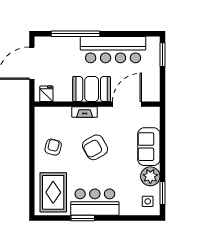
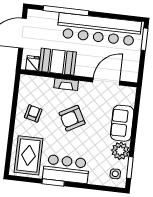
bar counter: (113, 50) -> (99, 29), width x1.36
booth: (92, 89) -> (58, 62), moved

